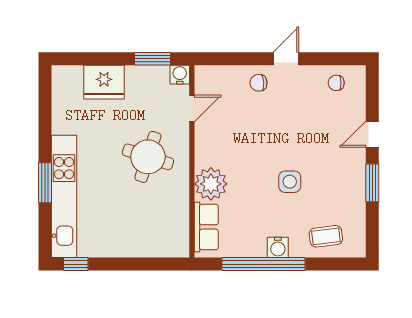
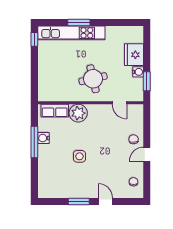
door: (286, 59) -> (147, 154), swing flipped
water cooler: (180, 75) -> (138, 72), moved
round table: (148, 157) -> (93, 79), turned -31
coffee table: (326, 236) -> (50, 176), removed
water cooler: (278, 247) -> (44, 138), moved
window: (264, 264) -> (34, 142), width x0.68

